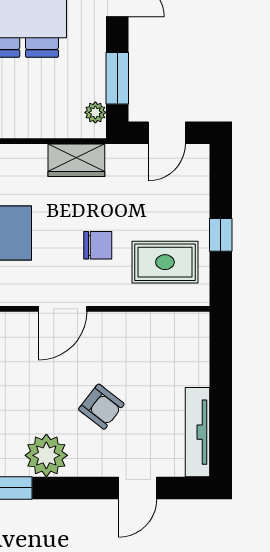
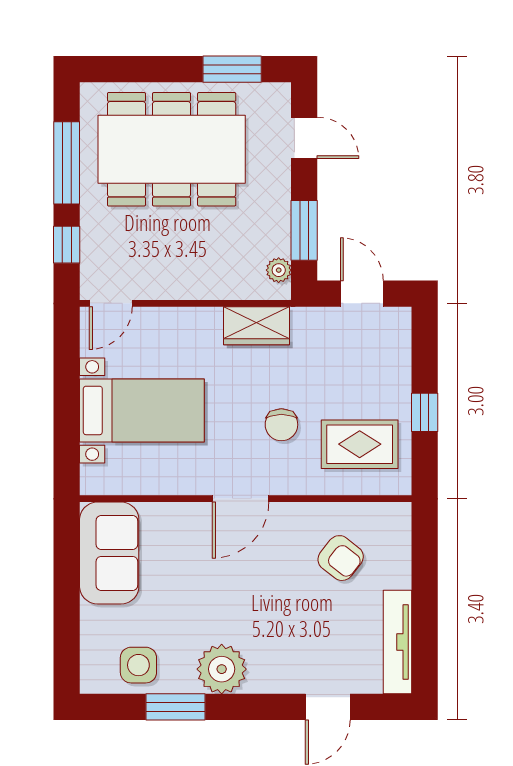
door: (167, 133) -> (362, 294), swing flipped
chair: (98, 245) -> (281, 425), turned 90
armchair: (101, 407) -> (341, 558), moved

